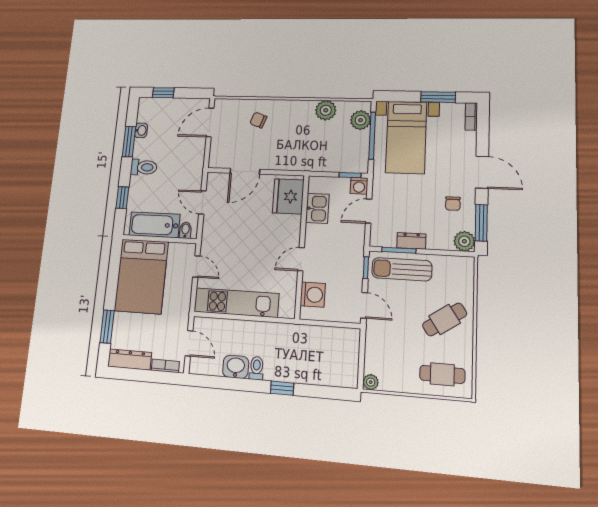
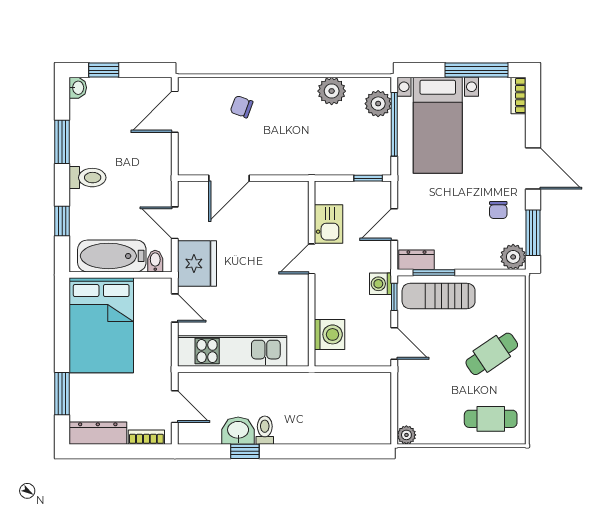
window: (438, 97) -> (477, 70), width x1.44
washbasin: (141, 130) -> (78, 88), moved
washing machine: (359, 186) -> (381, 284), moved, turned 90
fridge: (288, 196) -> (197, 264), moved, turned 180
dresser: (411, 241) -> (416, 260), moved
door: (301, 259) -> (312, 259), moved
window: (282, 388) -> (245, 451), moved

